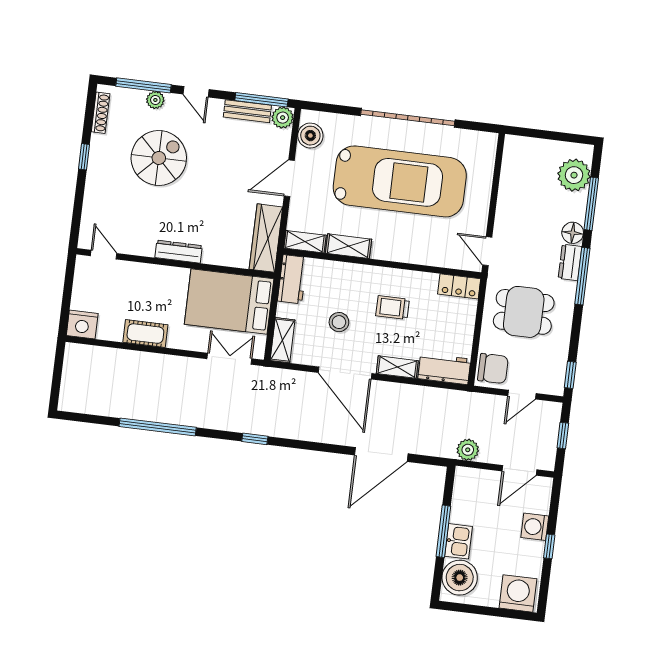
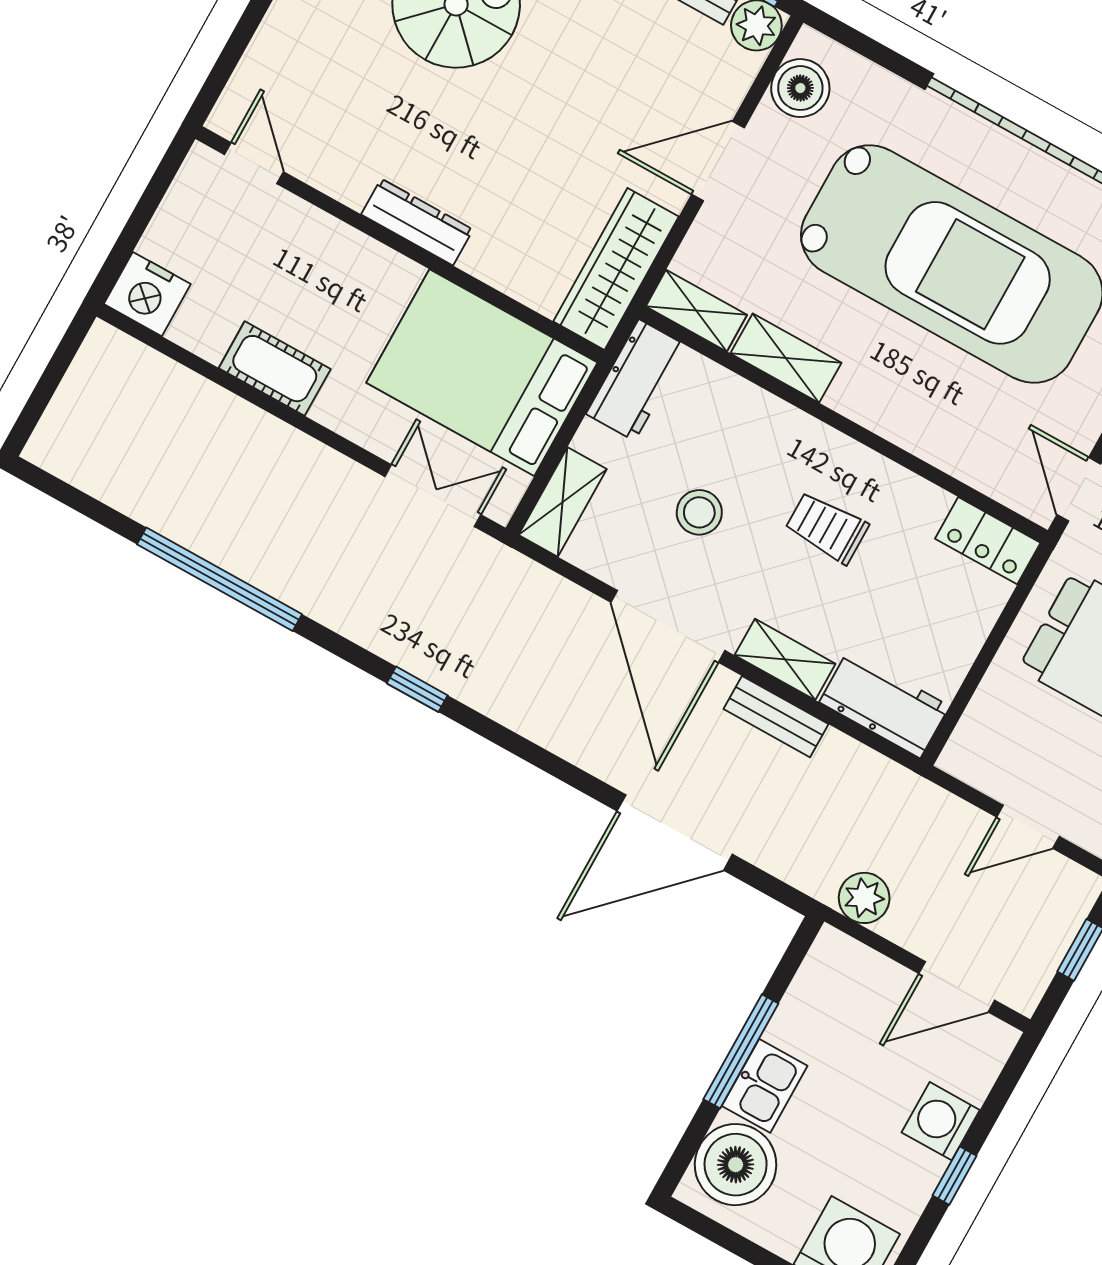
chair: (493, 369) -> (989, 746), removed
bench: (403, 391) -> (776, 717), added

